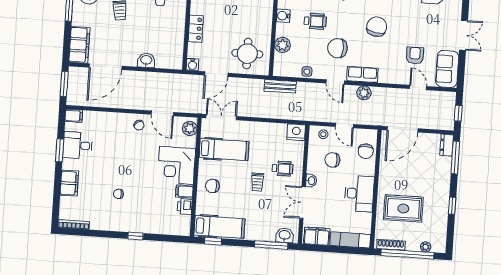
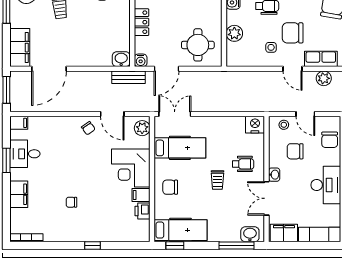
washbasin: (146, 60) -> (121, 59), moved
side table: (307, 72) -> (271, 47), moved
bench: (280, 86) -> (128, 77), moved

